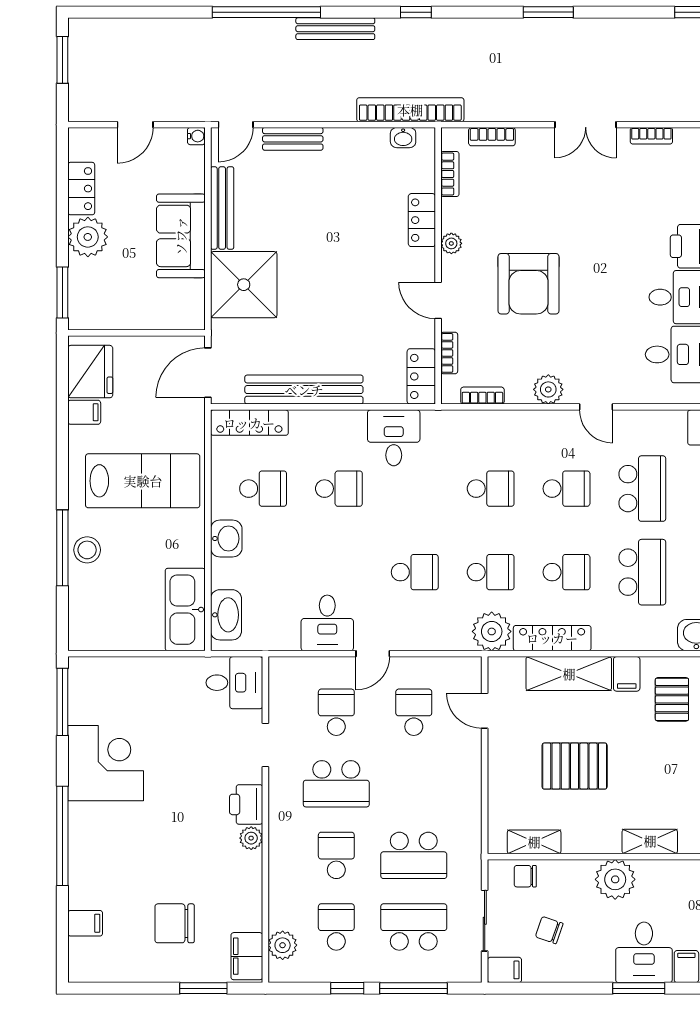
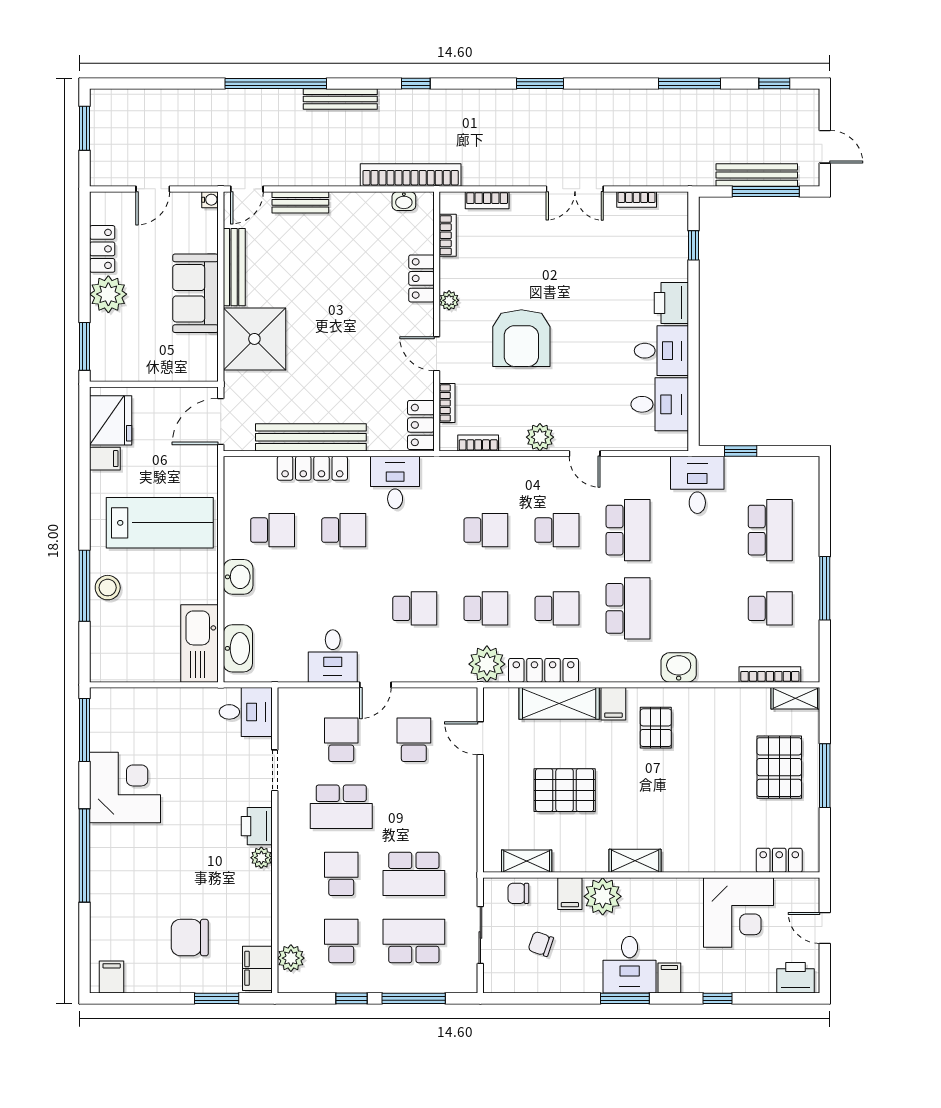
locker: (249, 423) -> (312, 468), moved
filing cabinet: (85, 923) -> (112, 977), moved, turned -90
filing cabinet: (504, 970) -> (570, 894), moved, turned 90

